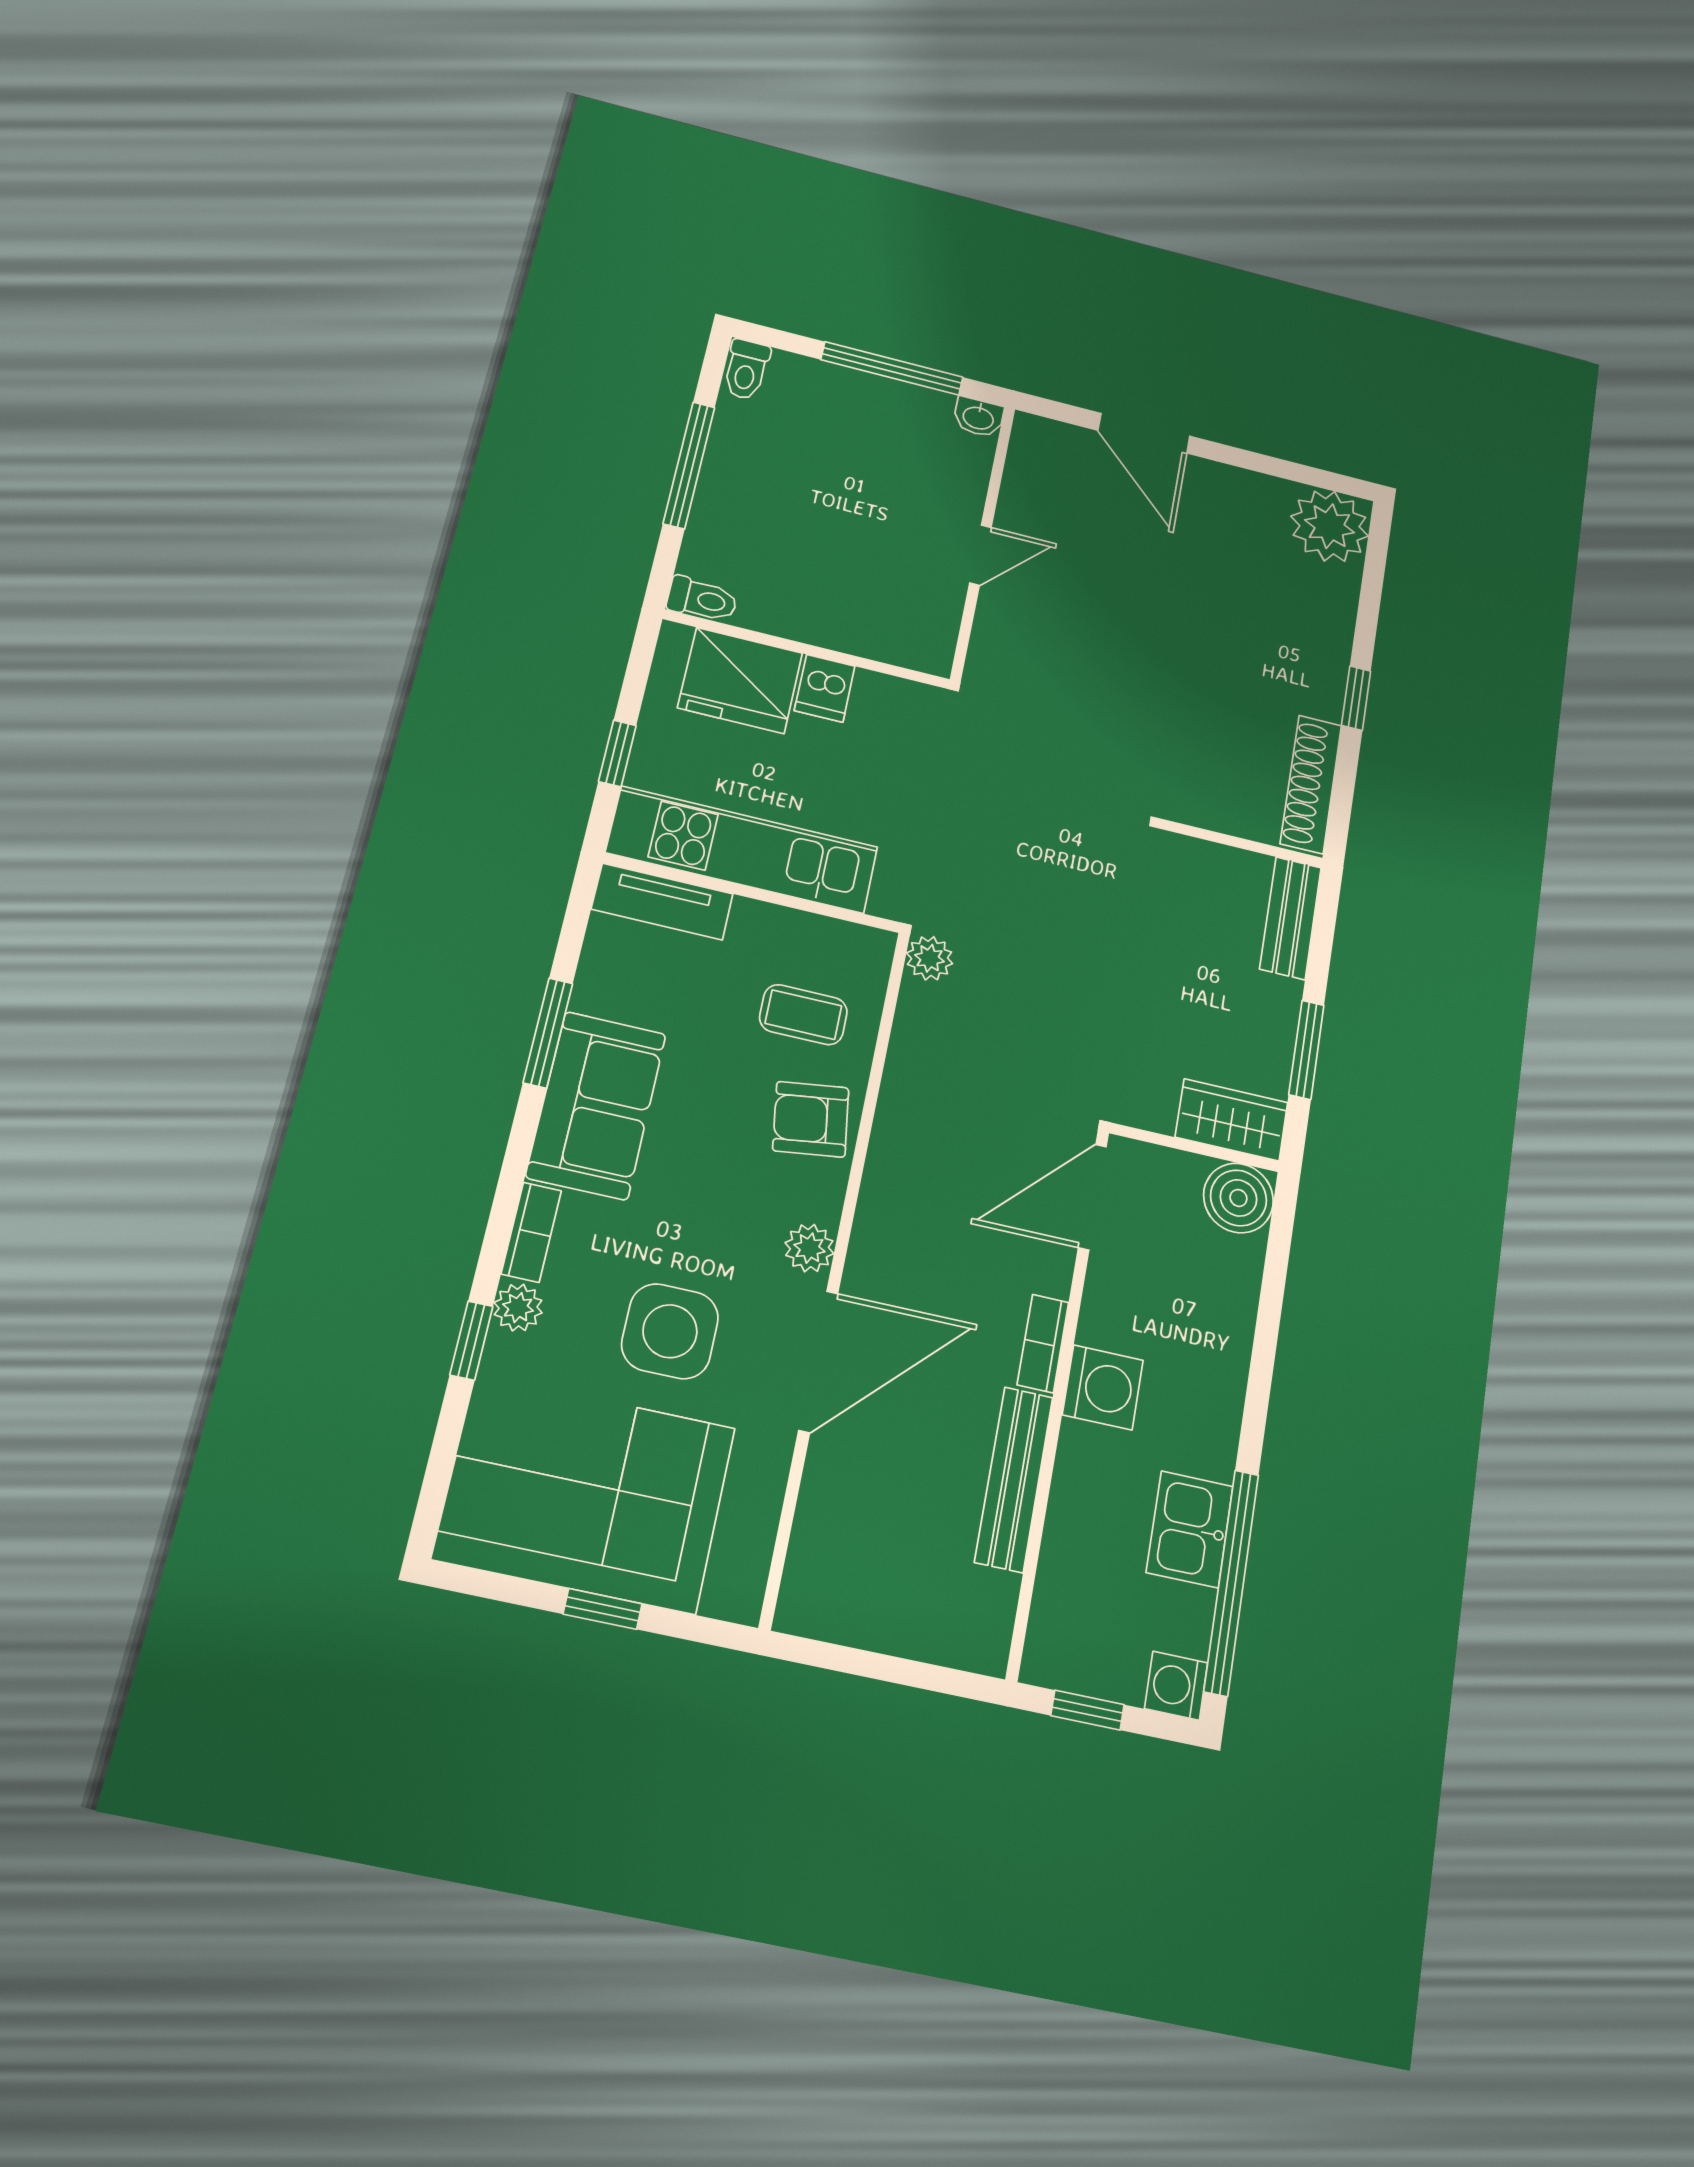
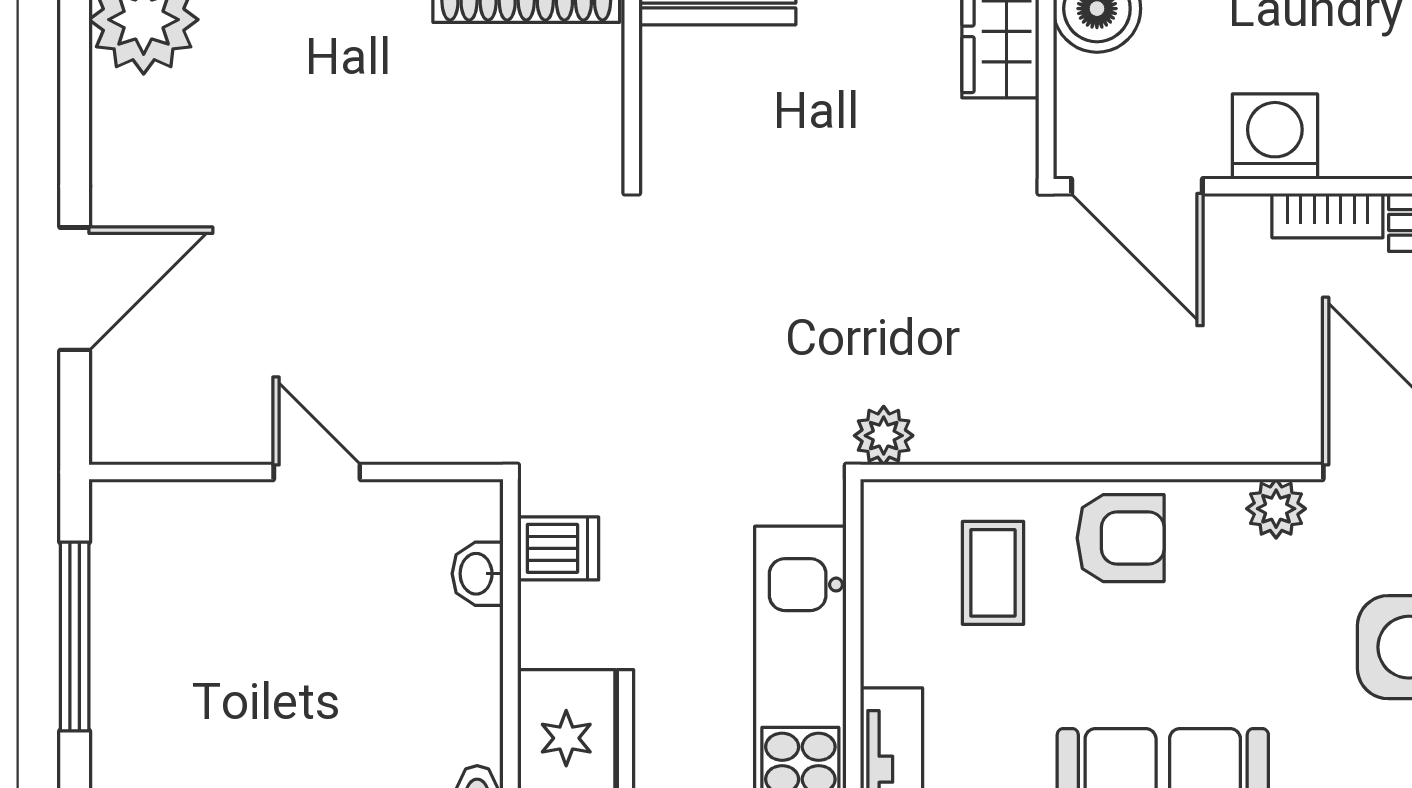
washbasin: (978, 417) -> (478, 574), moved, turned 180
dishwasher: (825, 688) -> (558, 548), moved
armchair: (811, 1119) -> (1121, 538), turned -82
washing machine: (1103, 1387) -> (1275, 137), moved

